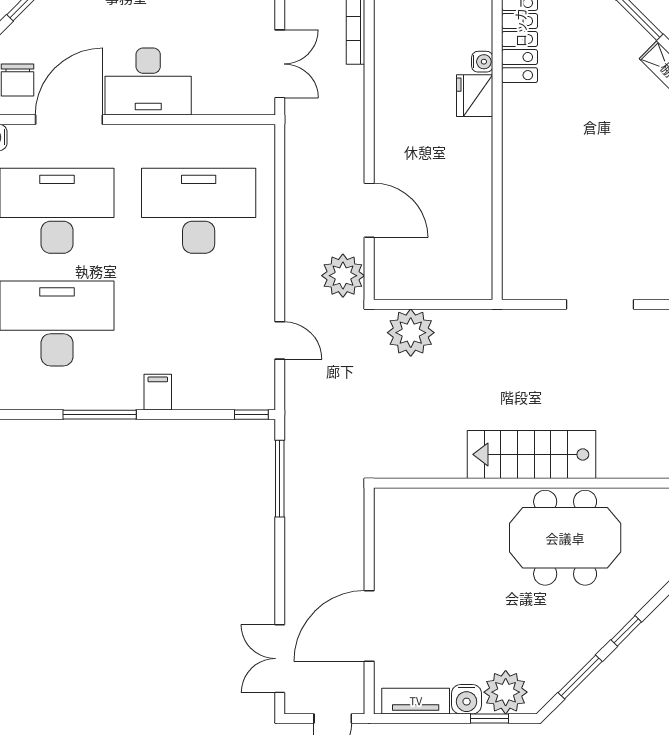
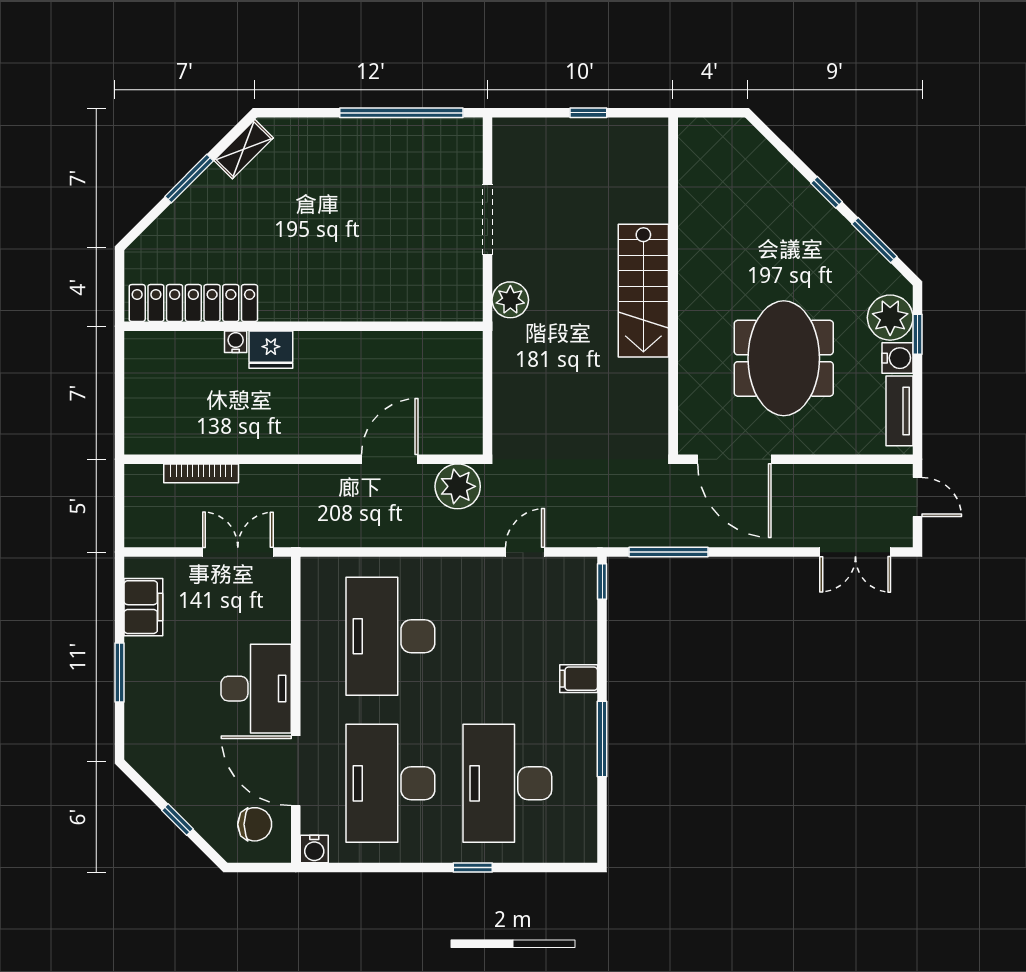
plant: (411, 333) -> (510, 300), moved, width x0.73, depth x0.73
meeting table: (565, 538) -> (784, 358), moved
door: (369, 626) -> (734, 459), moved

